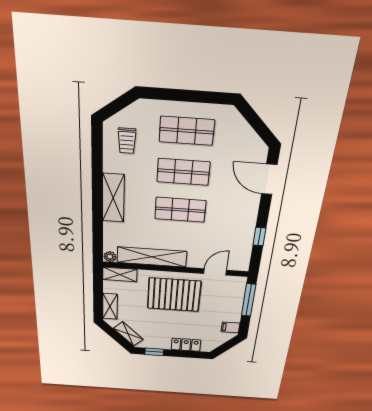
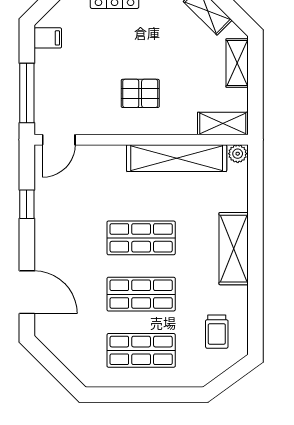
trolley: (127, 141) -> (217, 332), turned 180
door: (215, 272) -> (59, 140), moved
pallet: (174, 295) -> (140, 93), width x0.49, depth x0.50

